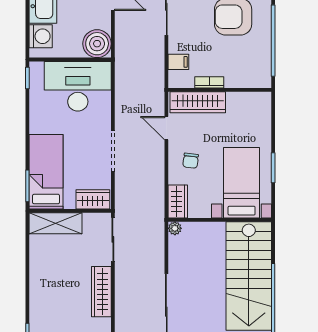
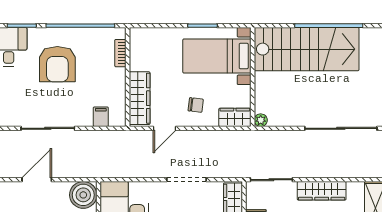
bookcase: (209, 82) -> (120, 53), moved

